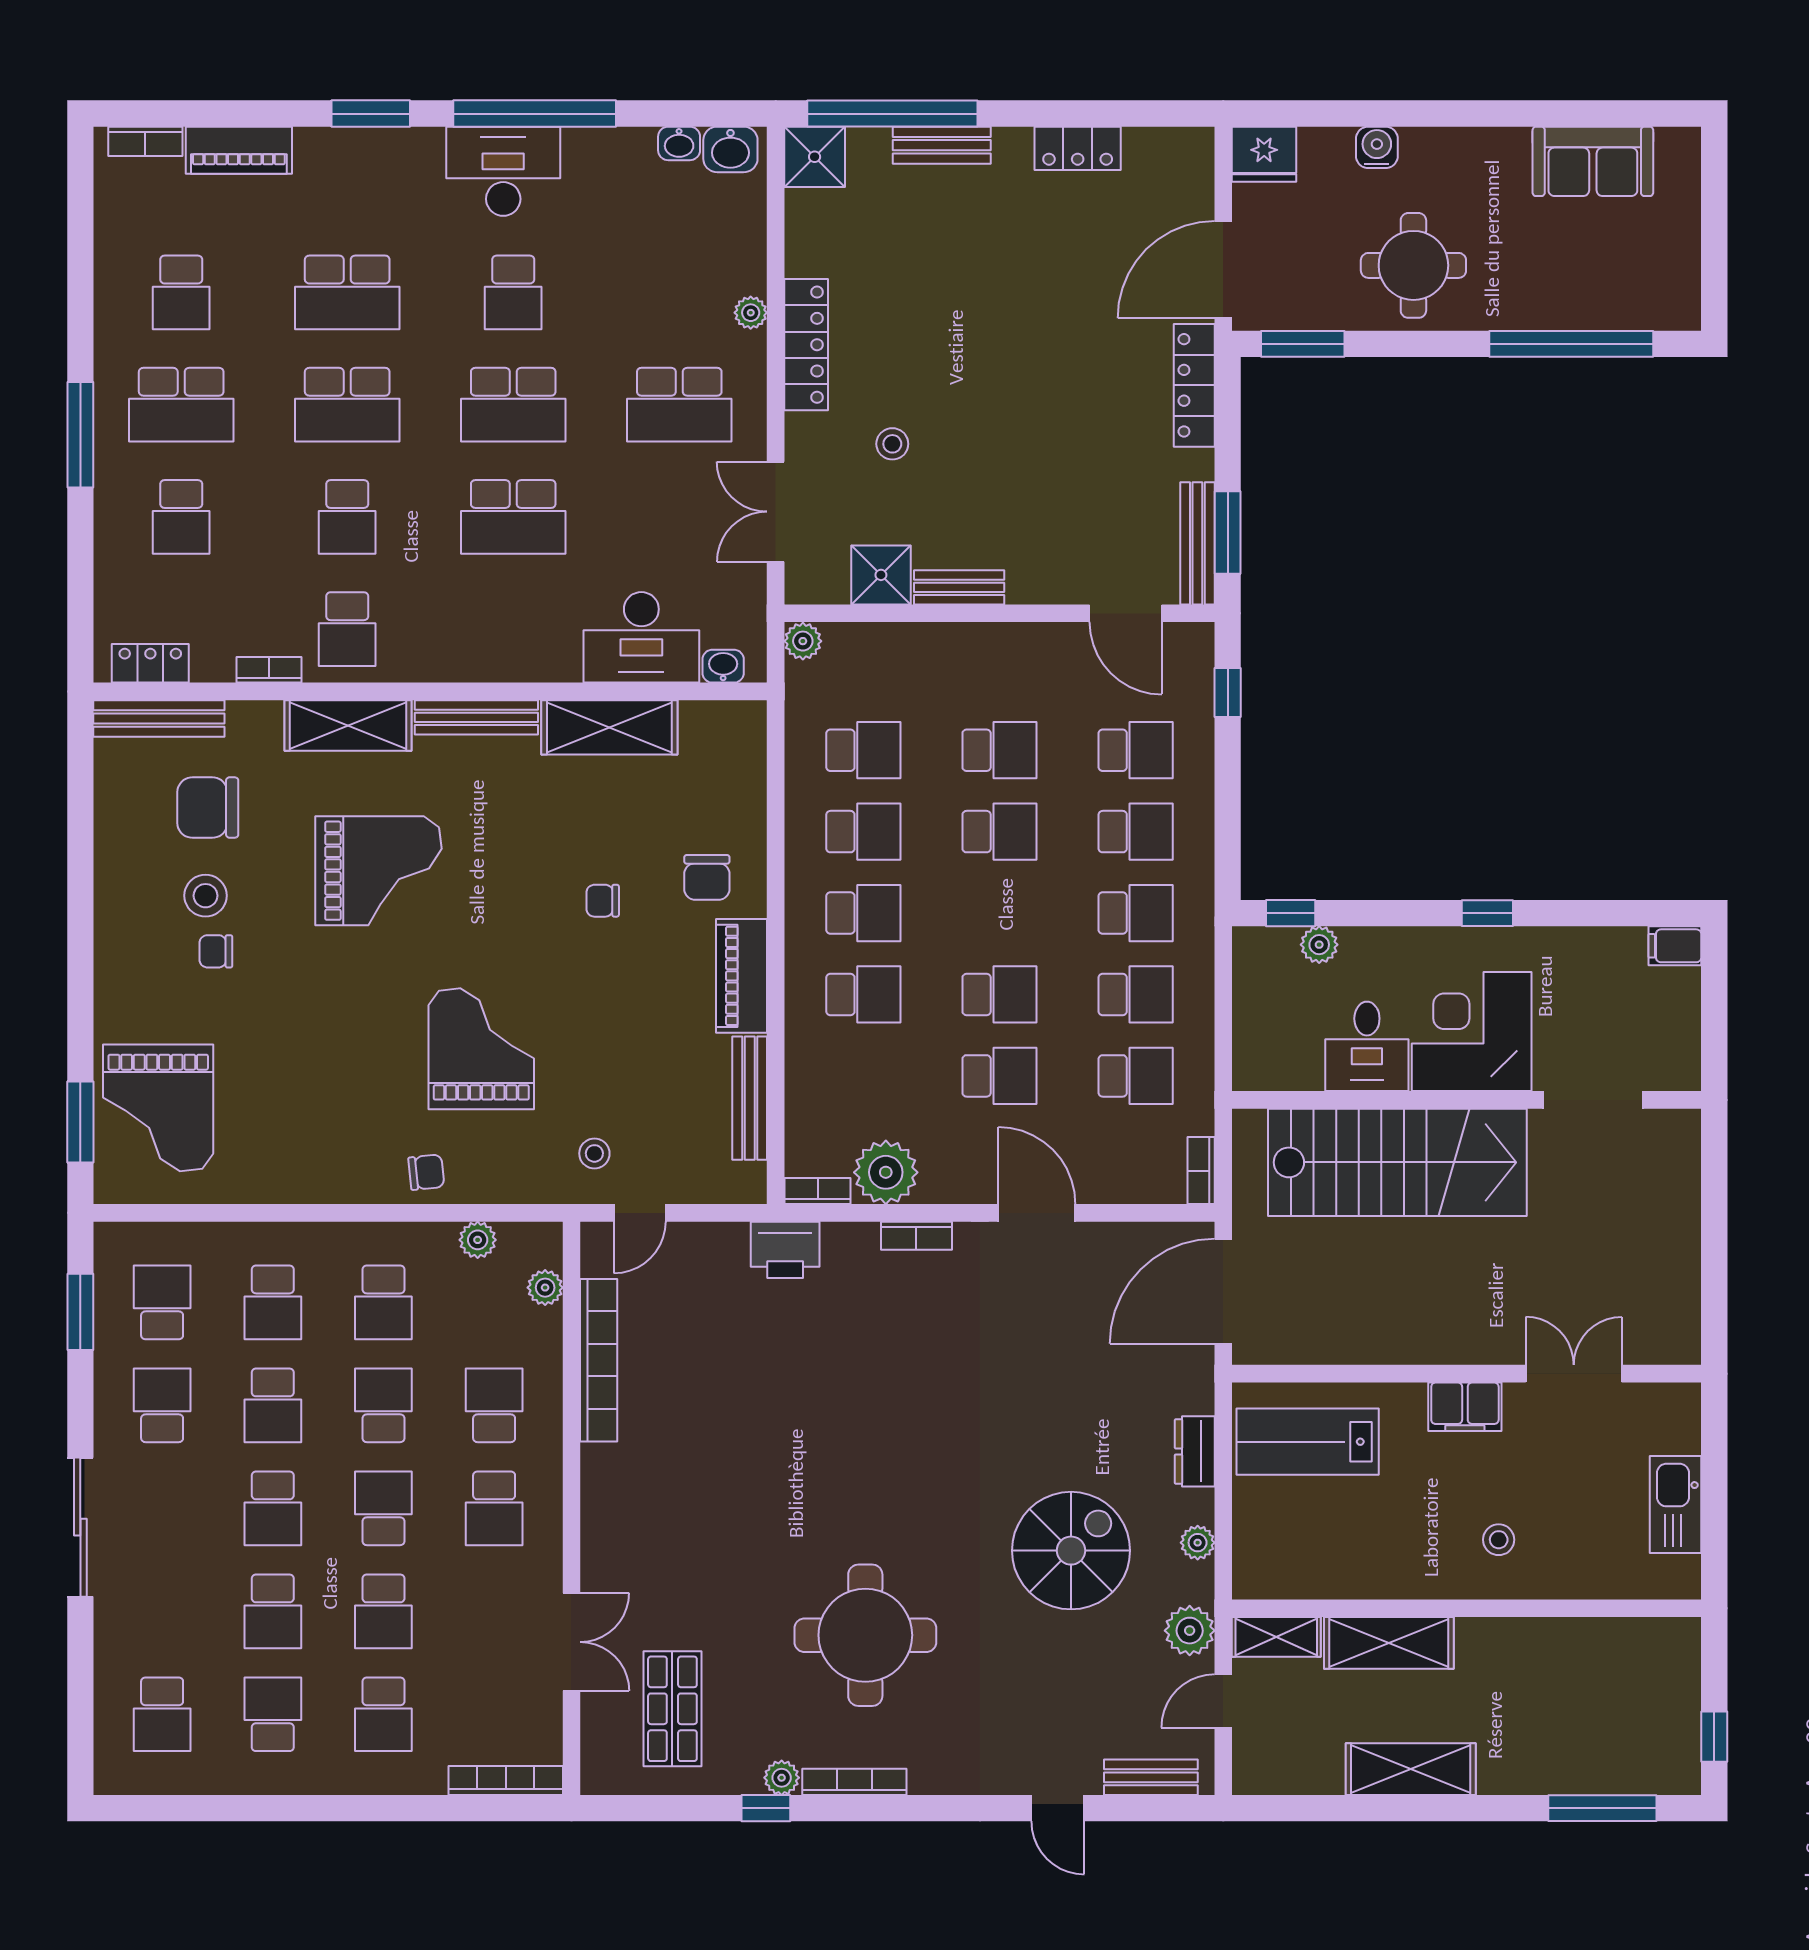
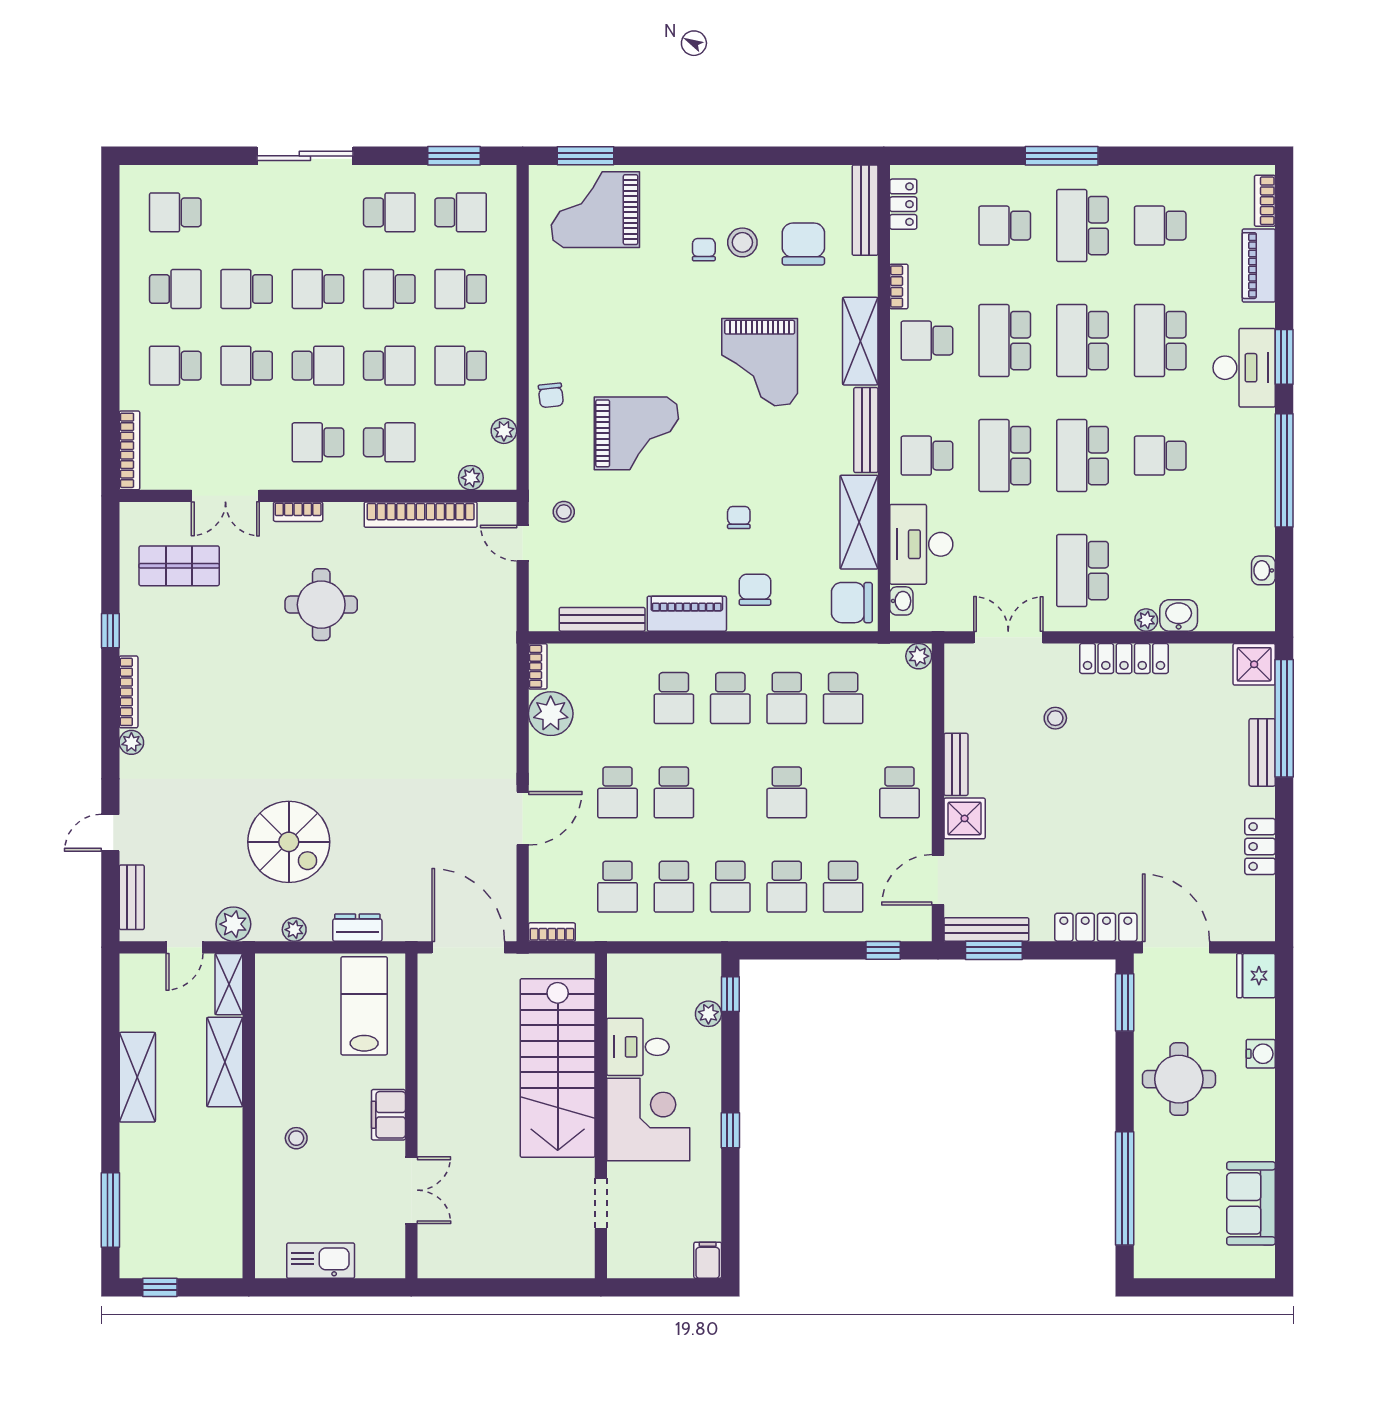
washbasin: (730, 149) -> (1179, 615), moved, turned 90
desk: (503, 171) -> (1244, 368), moved
school desk: (347, 517) -> (1005, 341), width x1.85
shower: (881, 575) -> (965, 818), moved
school desk: (513, 629) -> (927, 456), added
chair: (725, 738) -> (852, 603), added
school desk: (999, 750) -> (900, 792), moved
chair: (707, 877) -> (755, 590), turned 90
doorway: (1593, 1100) -> (601, 1204), width x0.73
bookcase: (916, 1236) -> (298, 512), moved, turned -90
printer: (785, 1250) -> (497, 644), removed
round table: (865, 1635) -> (321, 605), moved, width x0.73, depth x0.73
door: (1223, 1701) -> (185, 947), swing flipped
plant: (782, 1778) -> (131, 742), moved

